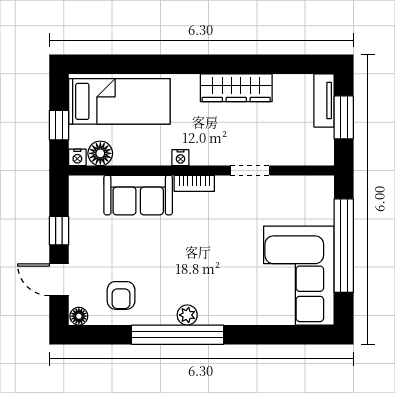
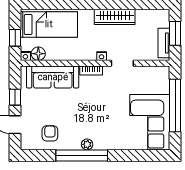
tv unit: (324, 101) -> (164, 43), moved
nightstand: (180, 158) -> (102, 56), moved
sofa: (138, 195) -> (53, 77), width x1.36
armchair: (121, 295) -> (50, 133), turned 180
floor lamp: (79, 316) -> (26, 145), removed

